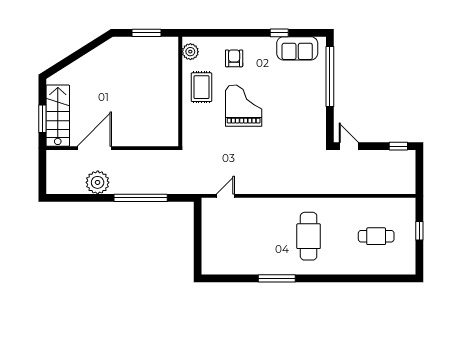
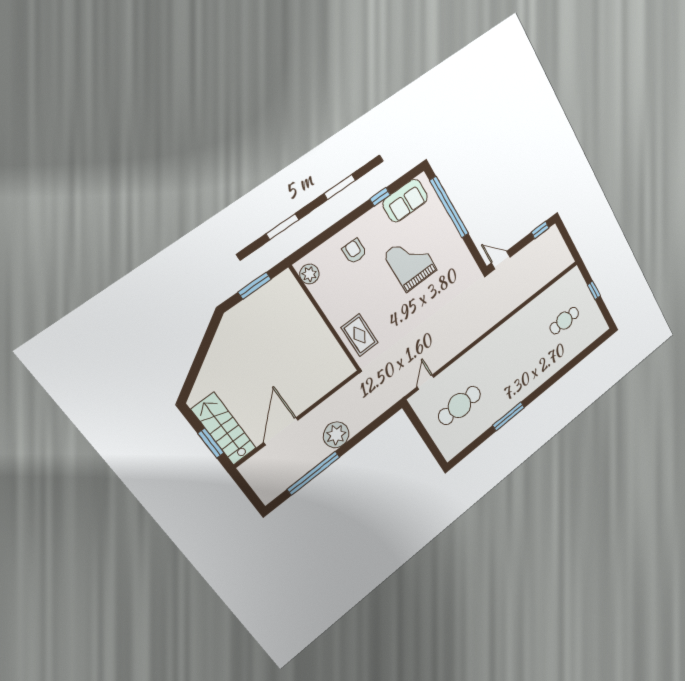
rug: (201, 87) -> (360, 335), moved
grand piano: (244, 106) -> (410, 262), moved
plant: (98, 182) -> (336, 435), moved
window: (141, 198) -> (313, 473), moved
cafe table: (309, 236) -> (460, 405), moved, turned 90

